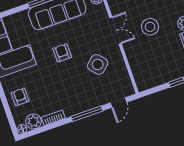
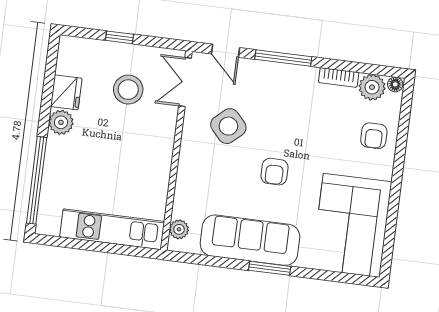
stool: (150, 27) -> (128, 90), moved
double door: (115, 31) -> (185, 82), moved
door: (119, 103) -> (225, 51), swing flipped

